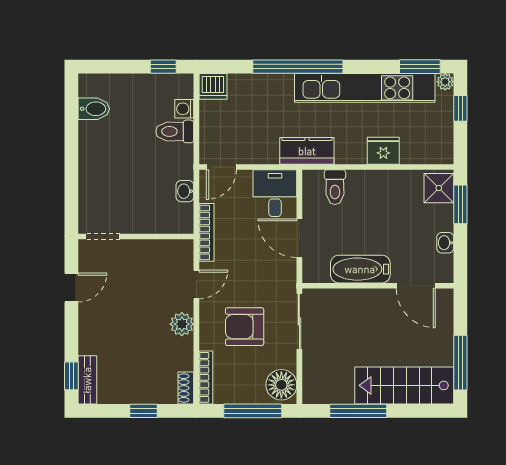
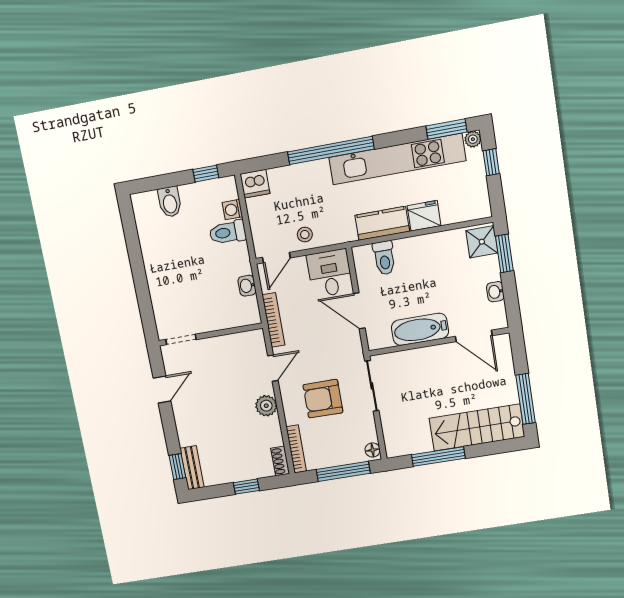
bidet: (94, 109) -> (170, 202), moved, turned 90
stool: (256, 148) -> (305, 235), added
kitchen counter: (307, 151) -> (382, 223), moved
floor lamp: (281, 385) -> (373, 450), width x0.53, depth x0.53

